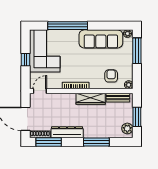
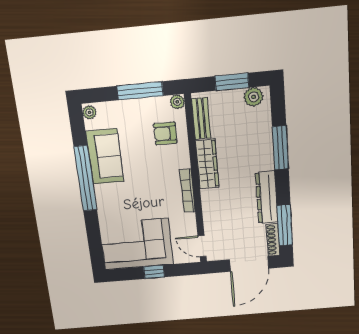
window: (68, 26) -> (85, 178), moved
sofa: (101, 39) -> (105, 156), width x0.73
window: (137, 51) -> (140, 91), moved

